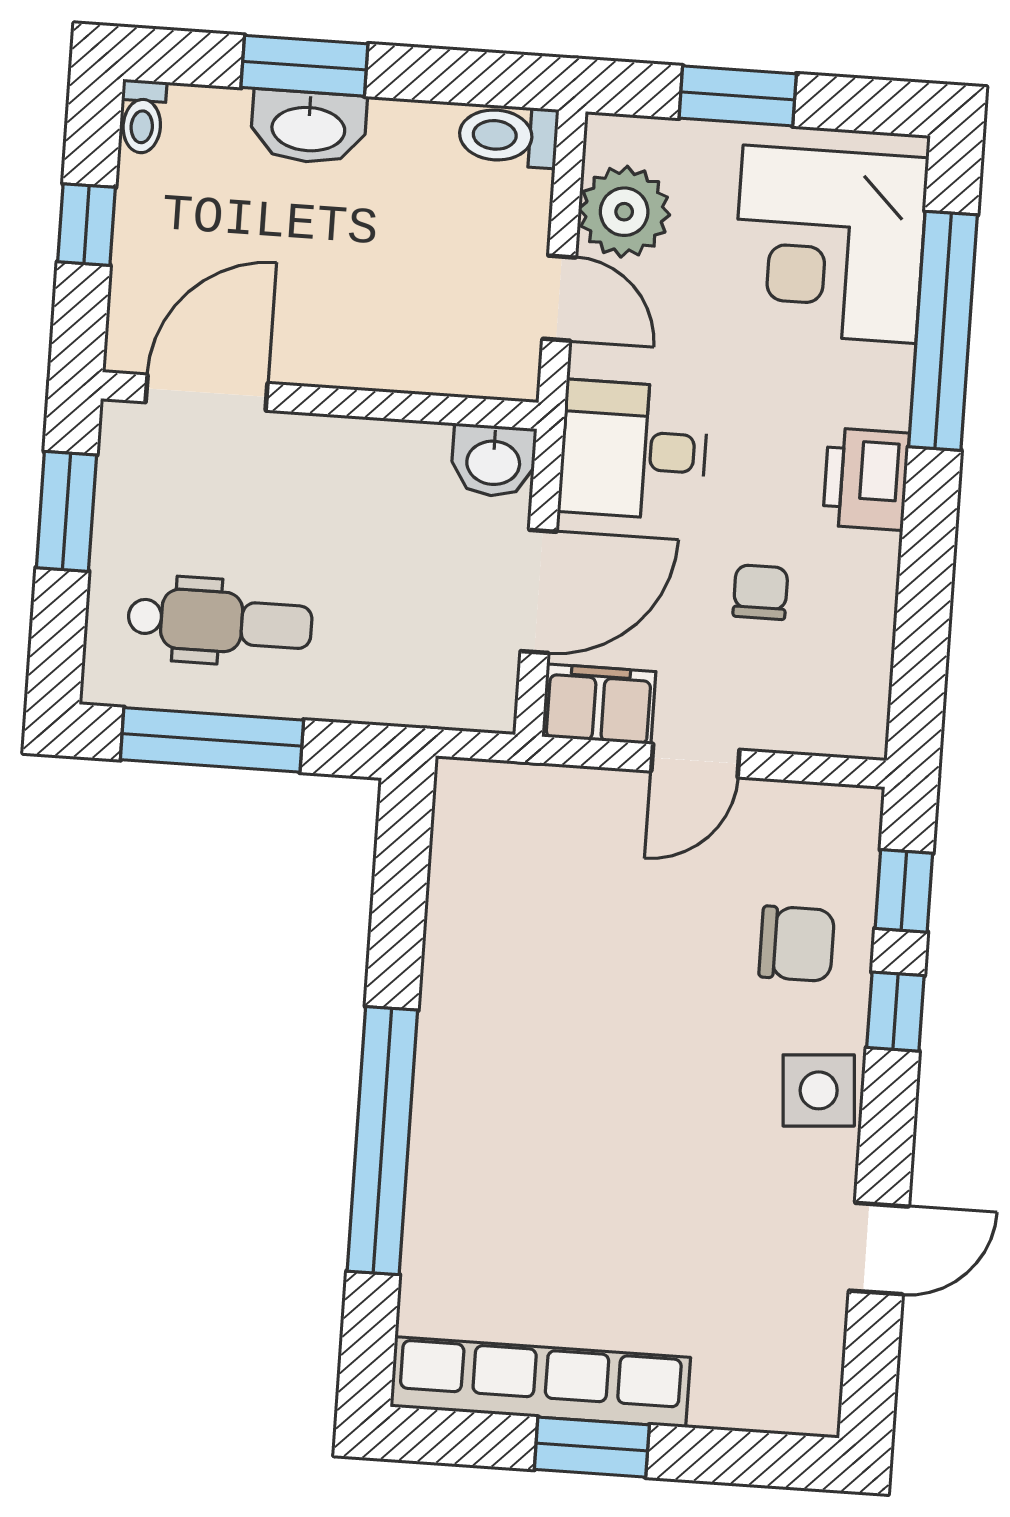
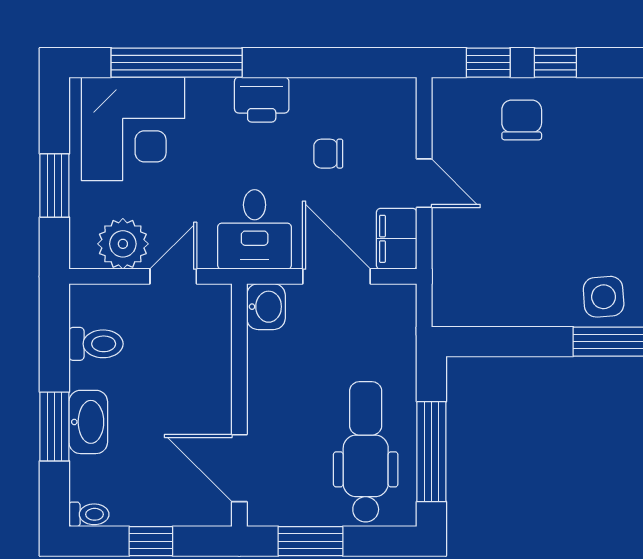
toilet: (508, 136) -> (96, 344), moved, turned -90
dental chair: (220, 622) -> (366, 452), width x1.36, depth x1.38
side table: (819, 1090) -> (604, 297), moved

